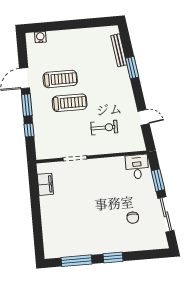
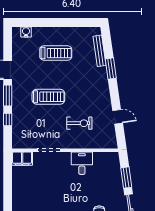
treadmill: (60, 79) -> (56, 53), moved
desk: (137, 167) -> (82, 163), moved
filing cabinet: (45, 184) -> (22, 159), moved, turned 90

